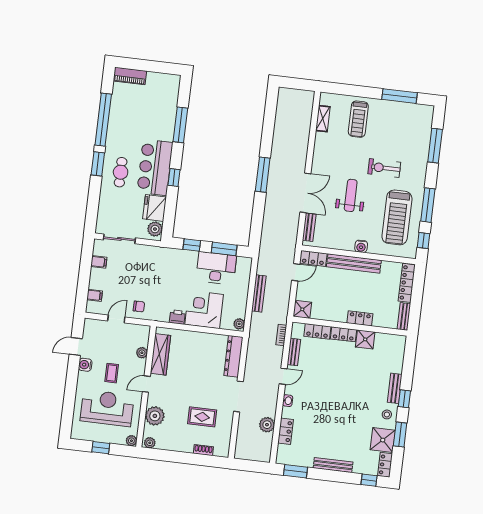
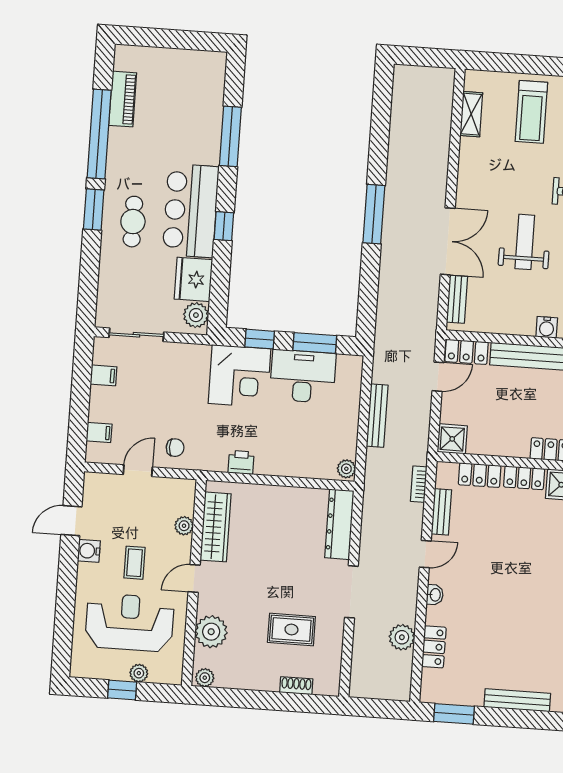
piano: (130, 76) -> (123, 99), moved, turned -90
corner desk: (204, 309) -> (240, 376), moved, turned 180
plant: (131, 441) -> (139, 673), moved

